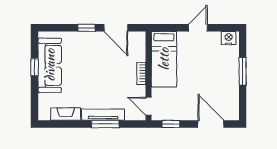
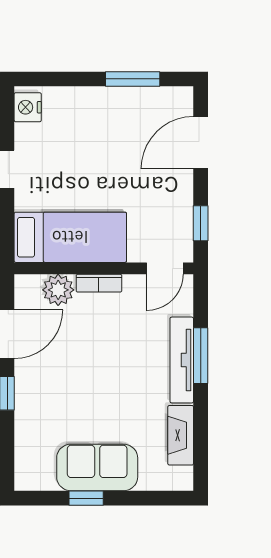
plant: (138, 53) -> (58, 290), added
sofa: (50, 65) -> (97, 467), width x0.73
window: (243, 71) -> (133, 79), moved

